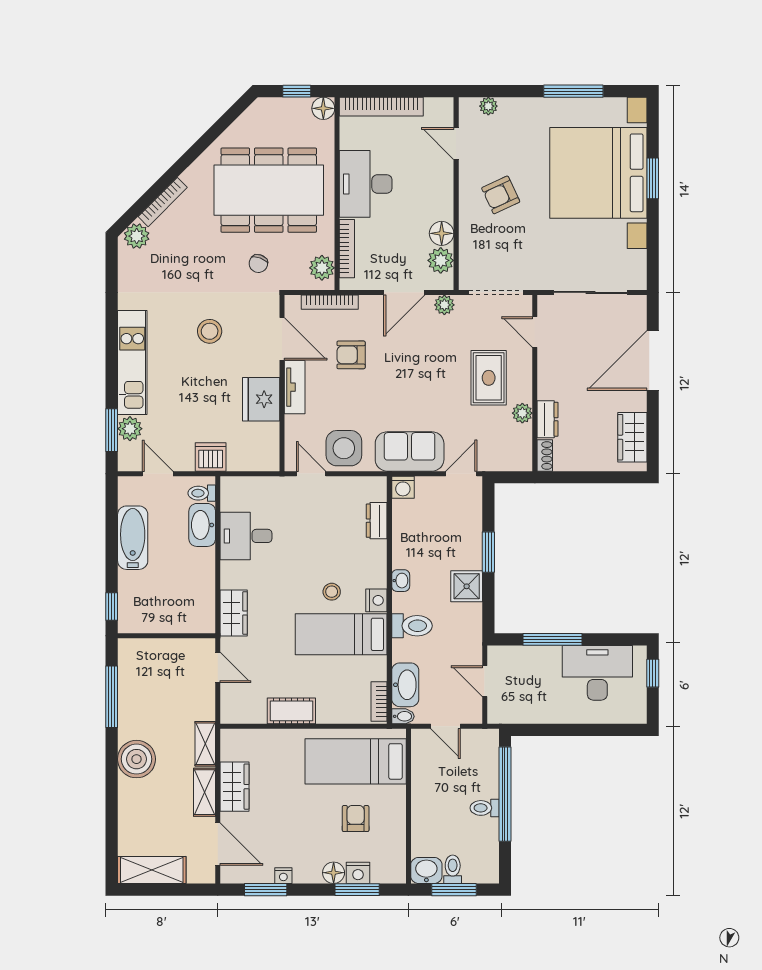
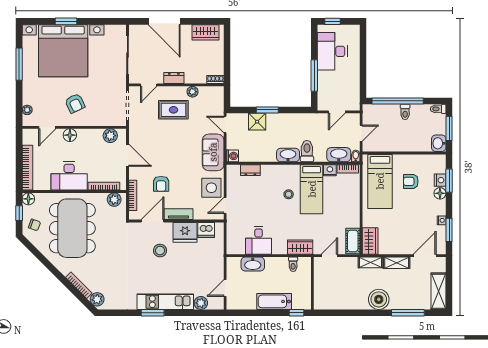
floor lamp: (442, 233) -> (70, 135), moved
chair: (258, 264) -> (34, 225), moved
plant: (444, 305) -> (134, 134), removed
stool: (210, 331) -> (160, 251), moved
dresser: (548, 419) -> (174, 78), moved
window: (112, 430) -> (153, 313), moved
dishwasher: (211, 457) -> (206, 230), moved, turned -90
toilet: (202, 493) -> (293, 264), moved
bathtub: (133, 538) -> (274, 301), moved
washbasin: (401, 581) -> (288, 155), width x1.91, depth x1.45
shower: (467, 586) -> (257, 122), moved
nightstand: (376, 600) -> (330, 170), moved
window: (112, 697) -> (408, 313), moved
cot: (291, 711) -> (353, 241), moved
wardrobe: (234, 787) -> (370, 241), moved, turned 90
toilet: (453, 869) -> (438, 109), moved

